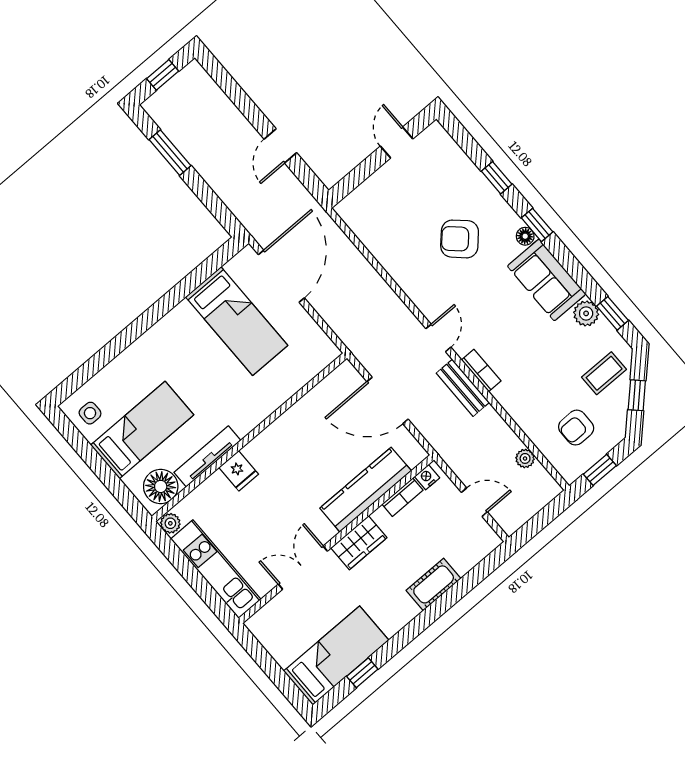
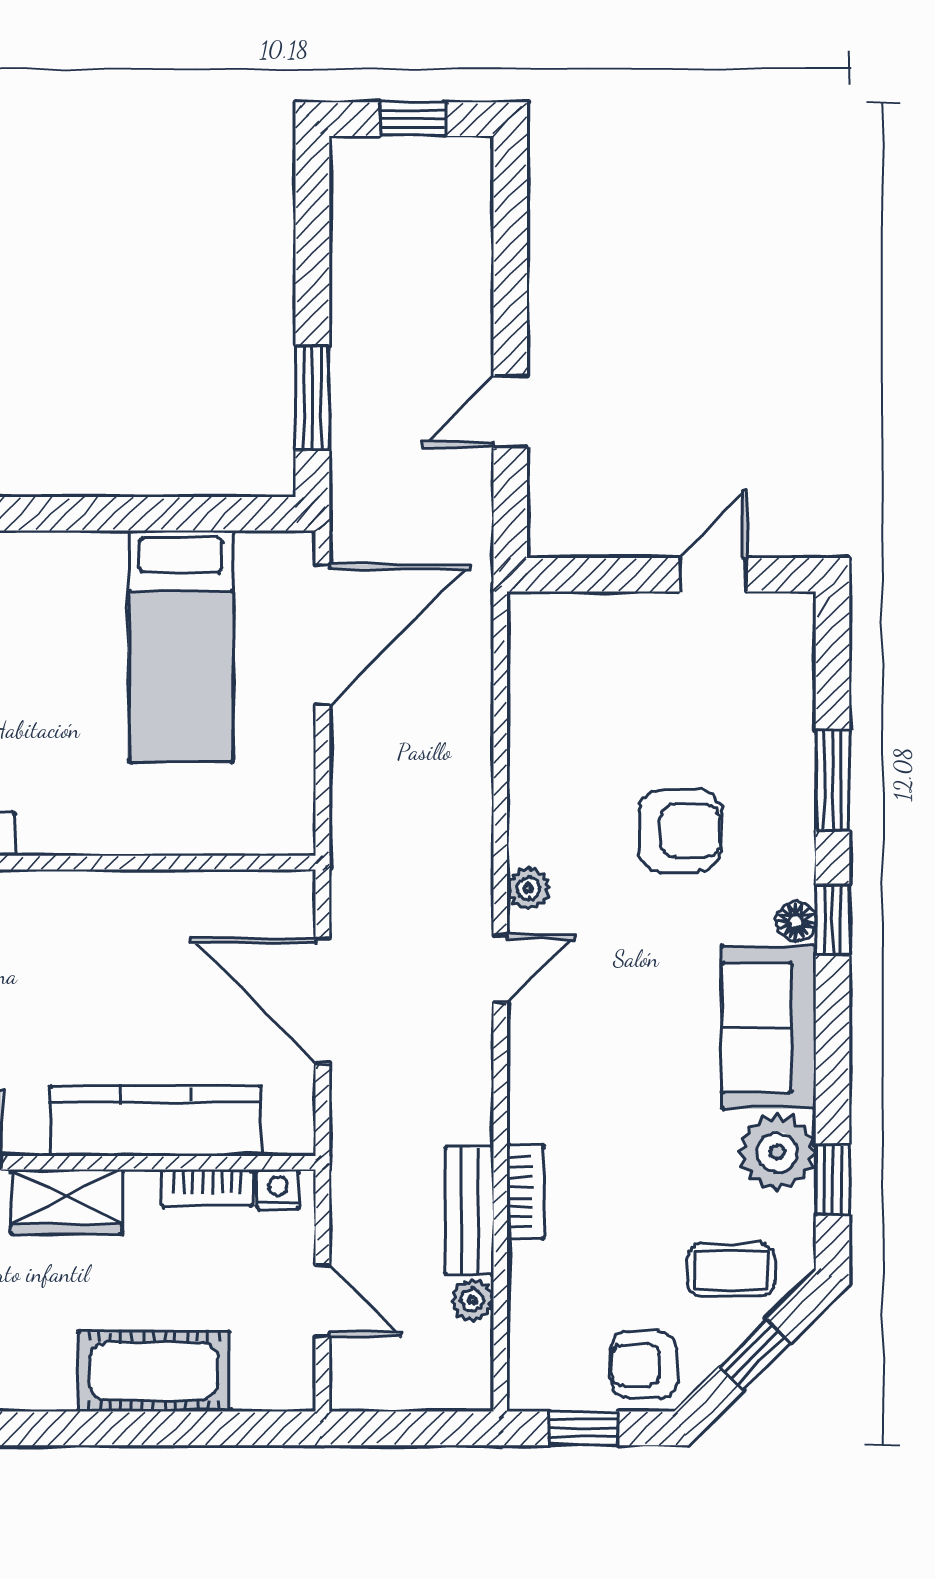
window: (170, 153) -> (312, 398), moved
window: (497, 178) -> (833, 780), width x1.50
armchair: (460, 239) -> (680, 831), turned 137
plant: (425, 303) -> (528, 888), added
plant: (586, 313) -> (777, 1152), width x1.36, depth x1.36
bookcase: (481, 370) -> (526, 1192), moved
bench: (463, 388) -> (469, 1211), moved
armchair: (576, 428) -> (644, 1365), moved
cot: (434, 584) -> (154, 1371), width x1.37, depth x1.34

